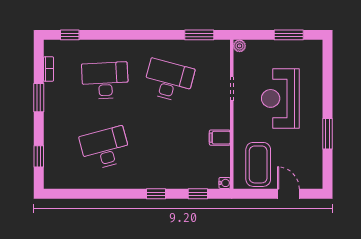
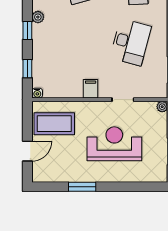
filing cabinet: (220, 138) -> (91, 89), moved
plant: (141, 182) -> (38, 17), added

